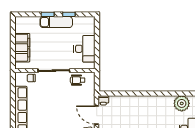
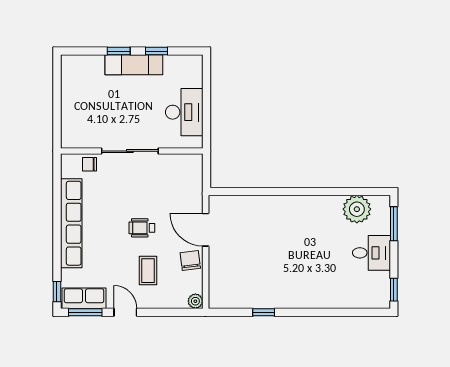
filing cabinet: (22, 48) -> (74, 110), removed
wheelchair: (78, 80) -> (142, 228), moved
printer: (103, 100) -> (218, 204), removed

